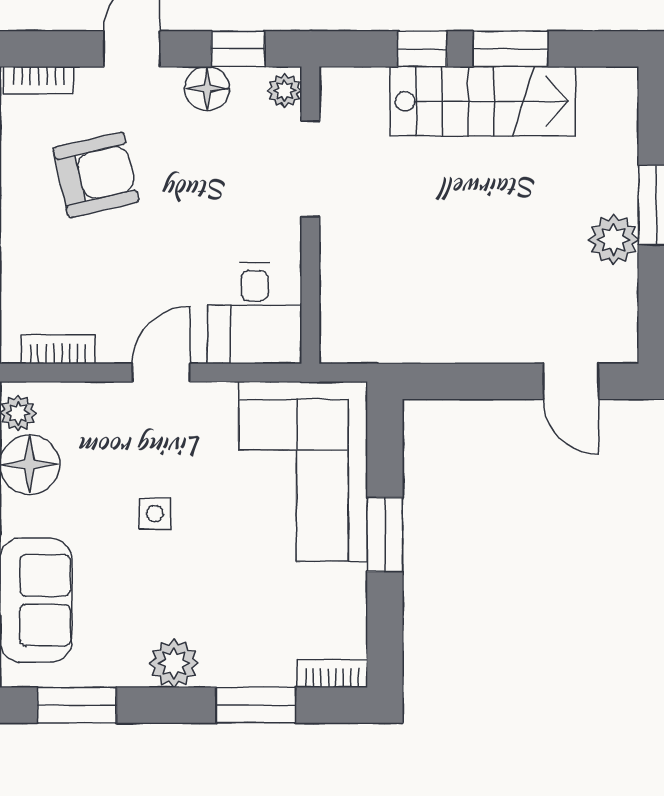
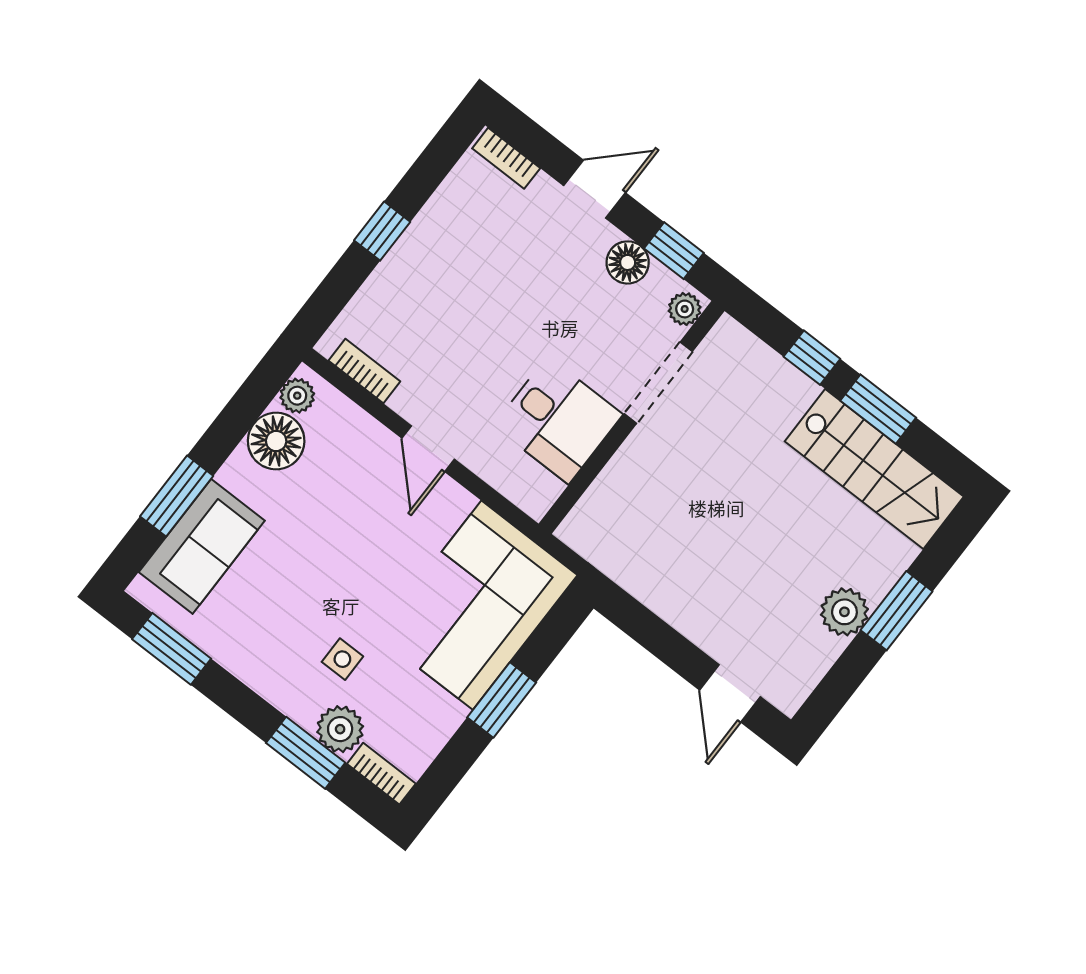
stairs: (483, 101) -> (874, 469), moved
armchair: (96, 175) -> (494, 263), removed
desk: (255, 313) -> (558, 420), moved, turned -90
door: (161, 373) -> (428, 449), swing flipped
side table: (155, 514) -> (342, 659), moved
plant: (174, 663) -> (340, 729), moved

